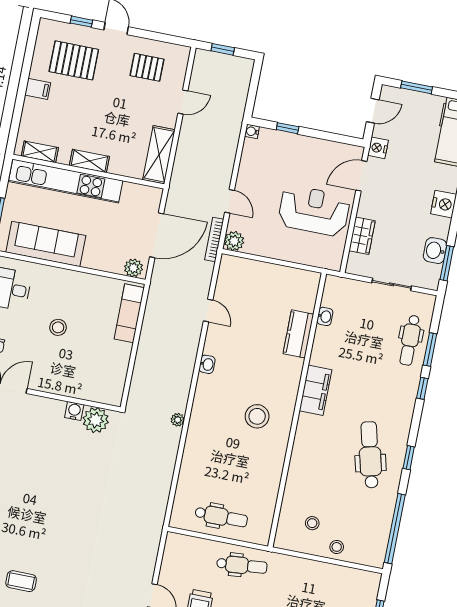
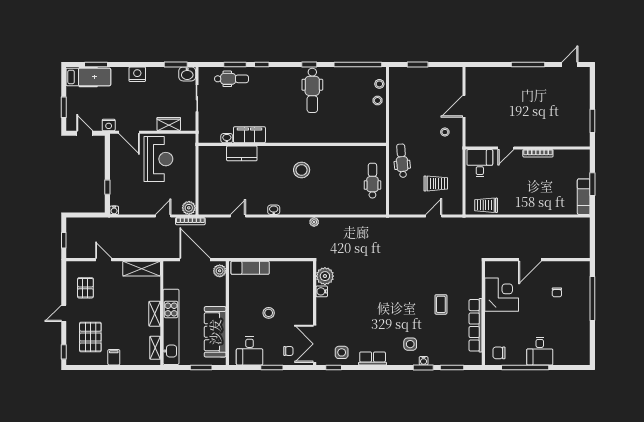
window: (81, 22) -> (64, 352), moved
reception desk: (314, 211) -> (158, 159), turned 180
washbasin: (435, 251) -> (187, 74), moved
filing cabinet: (316, 390) -> (249, 135), moved
dental chair: (370, 455) -> (312, 90), turned -76
stool: (312, 523) -> (379, 84), moved

